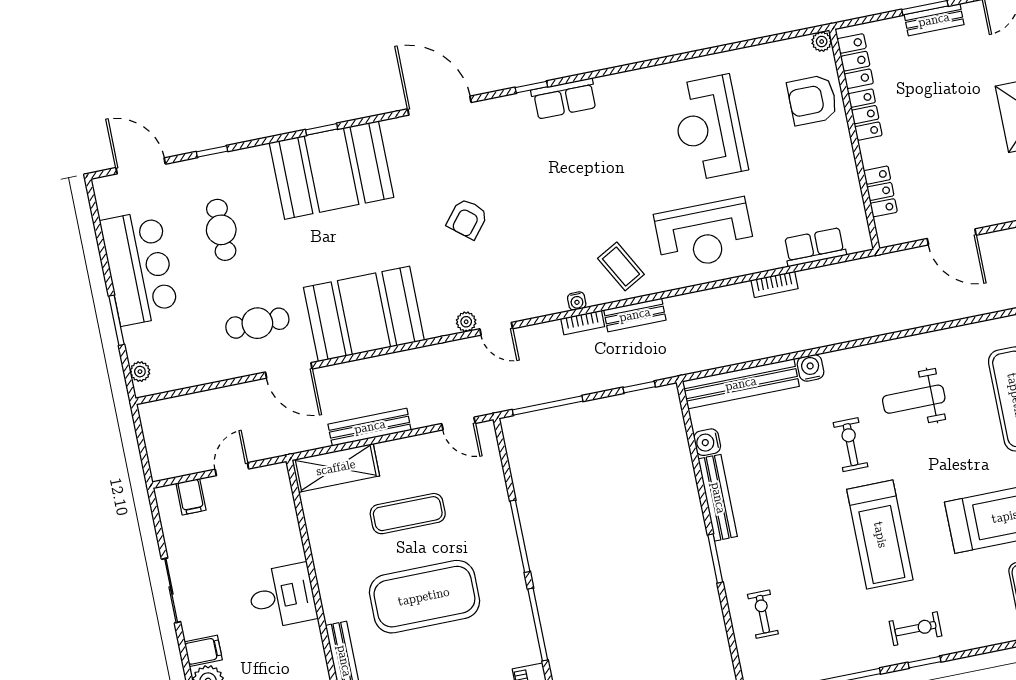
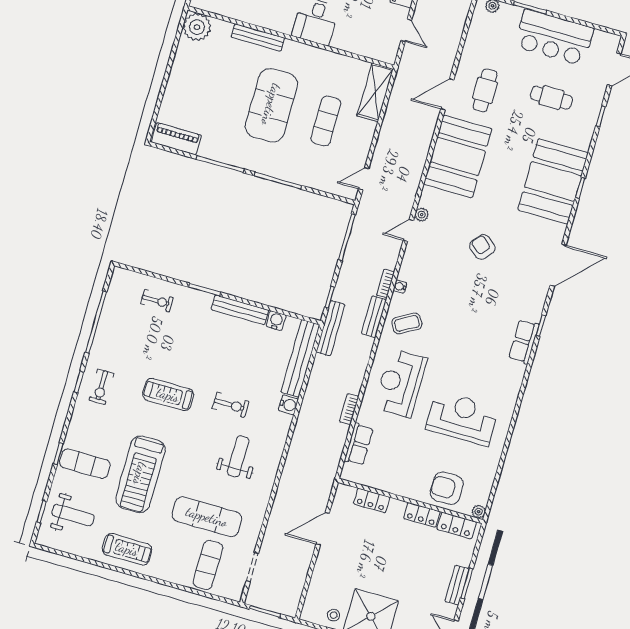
armchair: (812, 100) -> (447, 488), turned -90
bench: (370, 427) -> (330, 328), moved
treadmill: (880, 535) -> (168, 395), width x0.73, depth x0.73

